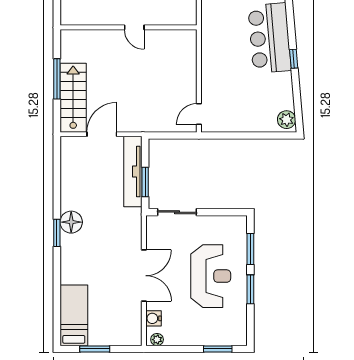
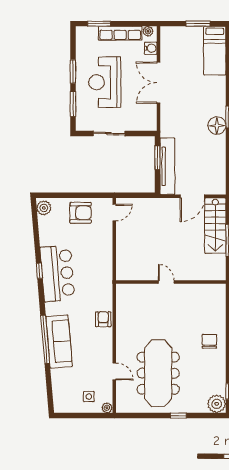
window: (294, 59) -> (39, 271), moved
armchair: (241, 114) -> (81, 213), added
sliding door: (177, 212) -> (109, 134), moved
row of seats: (192, 337) -> (120, 33), added

